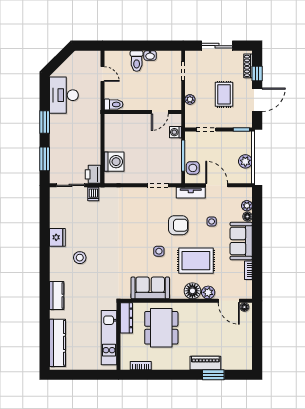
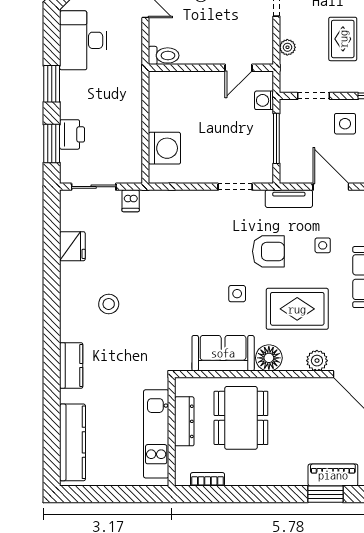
side table: (193, 168) -> (345, 124), moved
printer: (93, 174) -> (72, 134), moved, turned 180
fridge: (57, 237) -> (72, 246), moved
floor lamp: (192, 291) -> (269, 358), moved
dresser: (126, 318) -> (184, 421), moved
piano: (205, 363) -> (333, 475), moved

